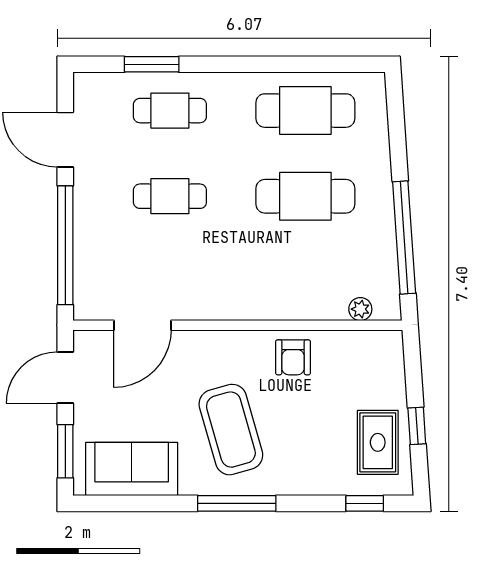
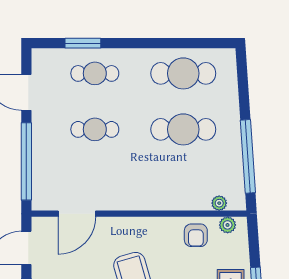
plant: (373, 342) -> (228, 225), added
armchair: (293, 357) -> (196, 235), moved

